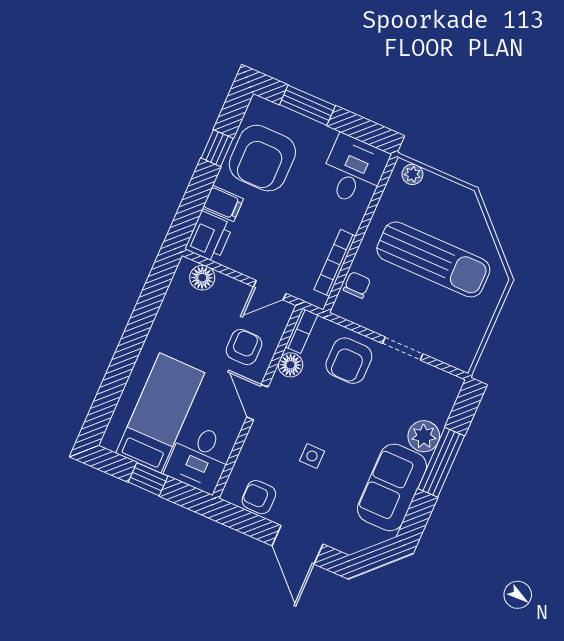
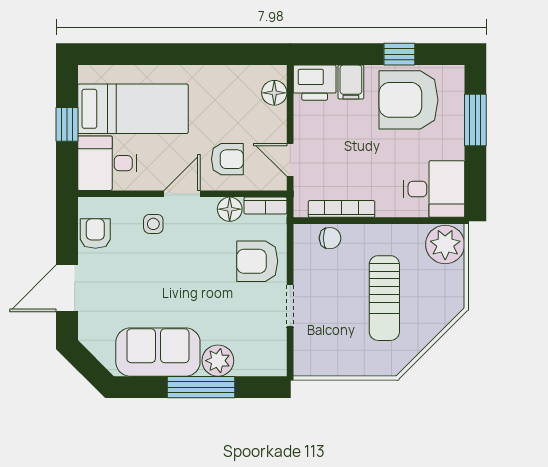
plant: (412, 174) -> (445, 244), width x1.88, depth x1.88
sun lounger: (433, 259) -> (384, 298), width x0.73, depth x0.75
side table: (312, 456) -> (153, 224), moved

